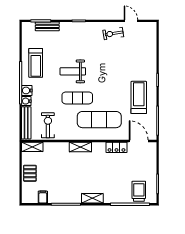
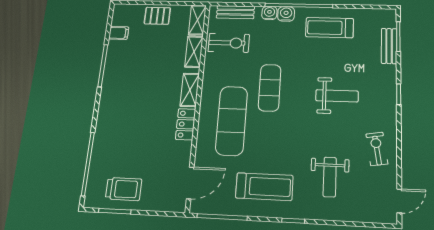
door: (131, 21) -> (399, 201), moved
weight bench: (131, 60) -> (330, 177), added
weight bench: (73, 71) -> (337, 96), moved, turned 90
bench: (26, 123) -> (235, 12), width x0.73
locker: (116, 147) -> (186, 124), moved
trolley: (139, 191) -> (124, 189), moved
shelving: (92, 198) -> (194, 52), moved

